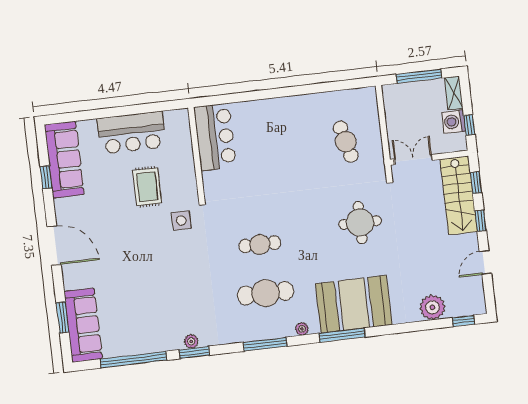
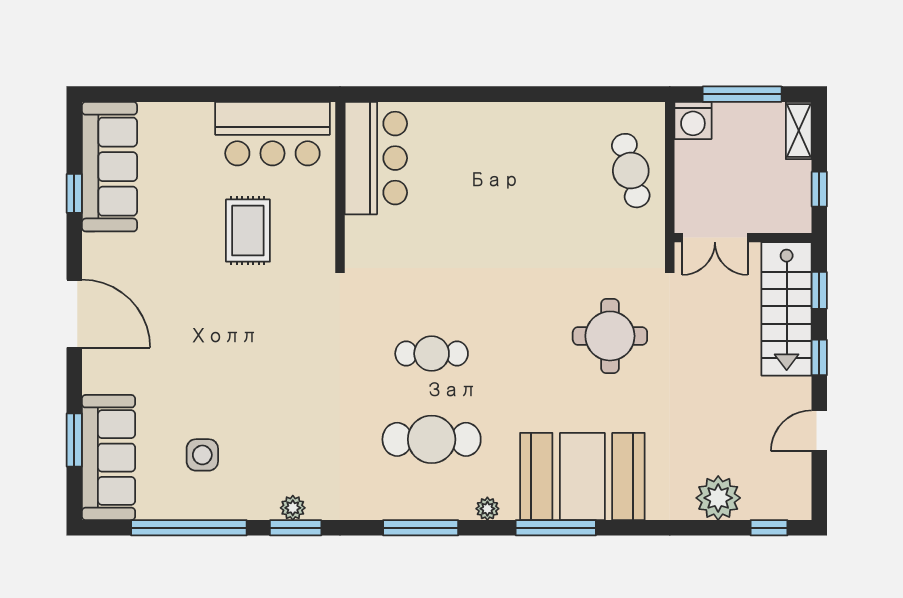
washing machine: (454, 122) -> (693, 120), moved, turned -90
bar counter: (132, 133) -> (272, 134), moved
cafe table: (346, 142) -> (631, 171), moved
double door: (413, 160) -> (715, 238), swing flipped
side table: (181, 220) -> (202, 455), moved

